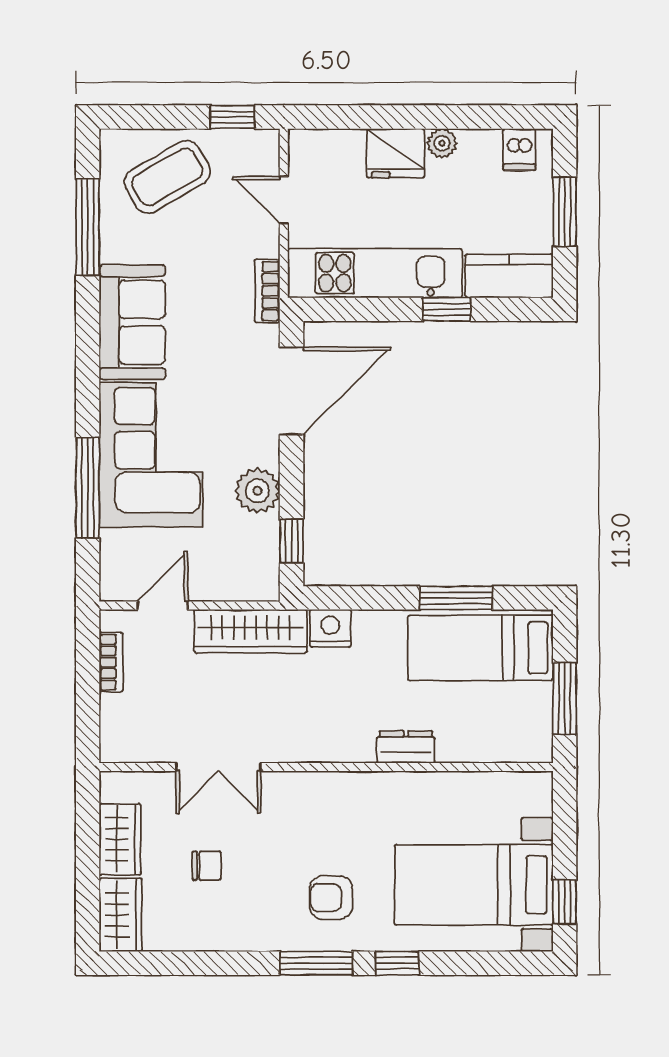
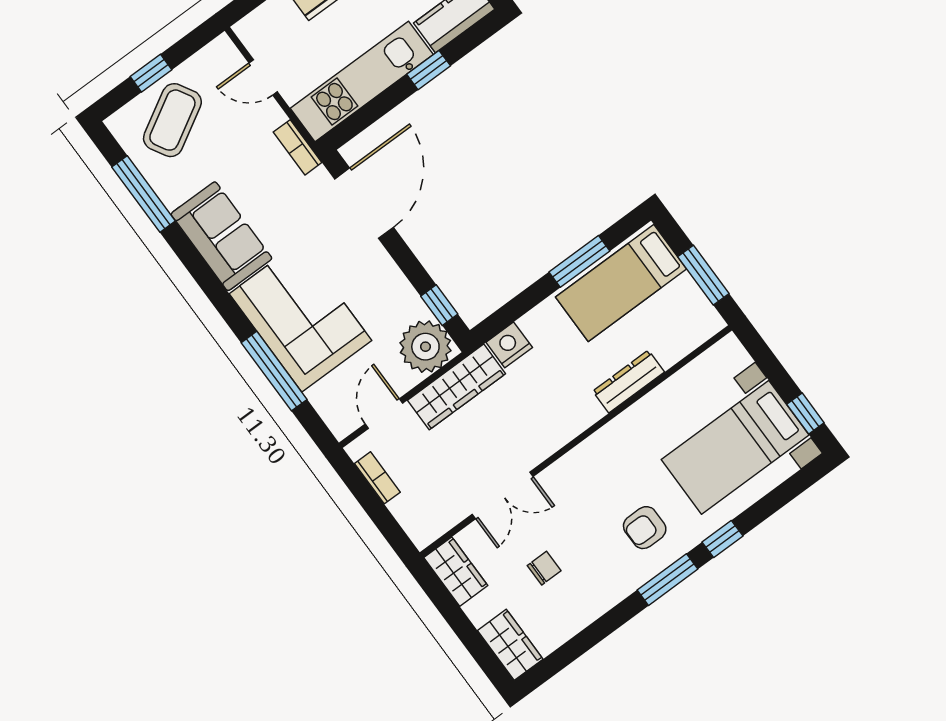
window: (232, 117) -> (151, 73), moved
plant: (257, 491) -> (425, 347), moved, width x1.36, depth x1.36
dresser: (406, 747) -> (629, 382), width x1.44
wardrobe: (120, 839) -> (456, 572), moved

